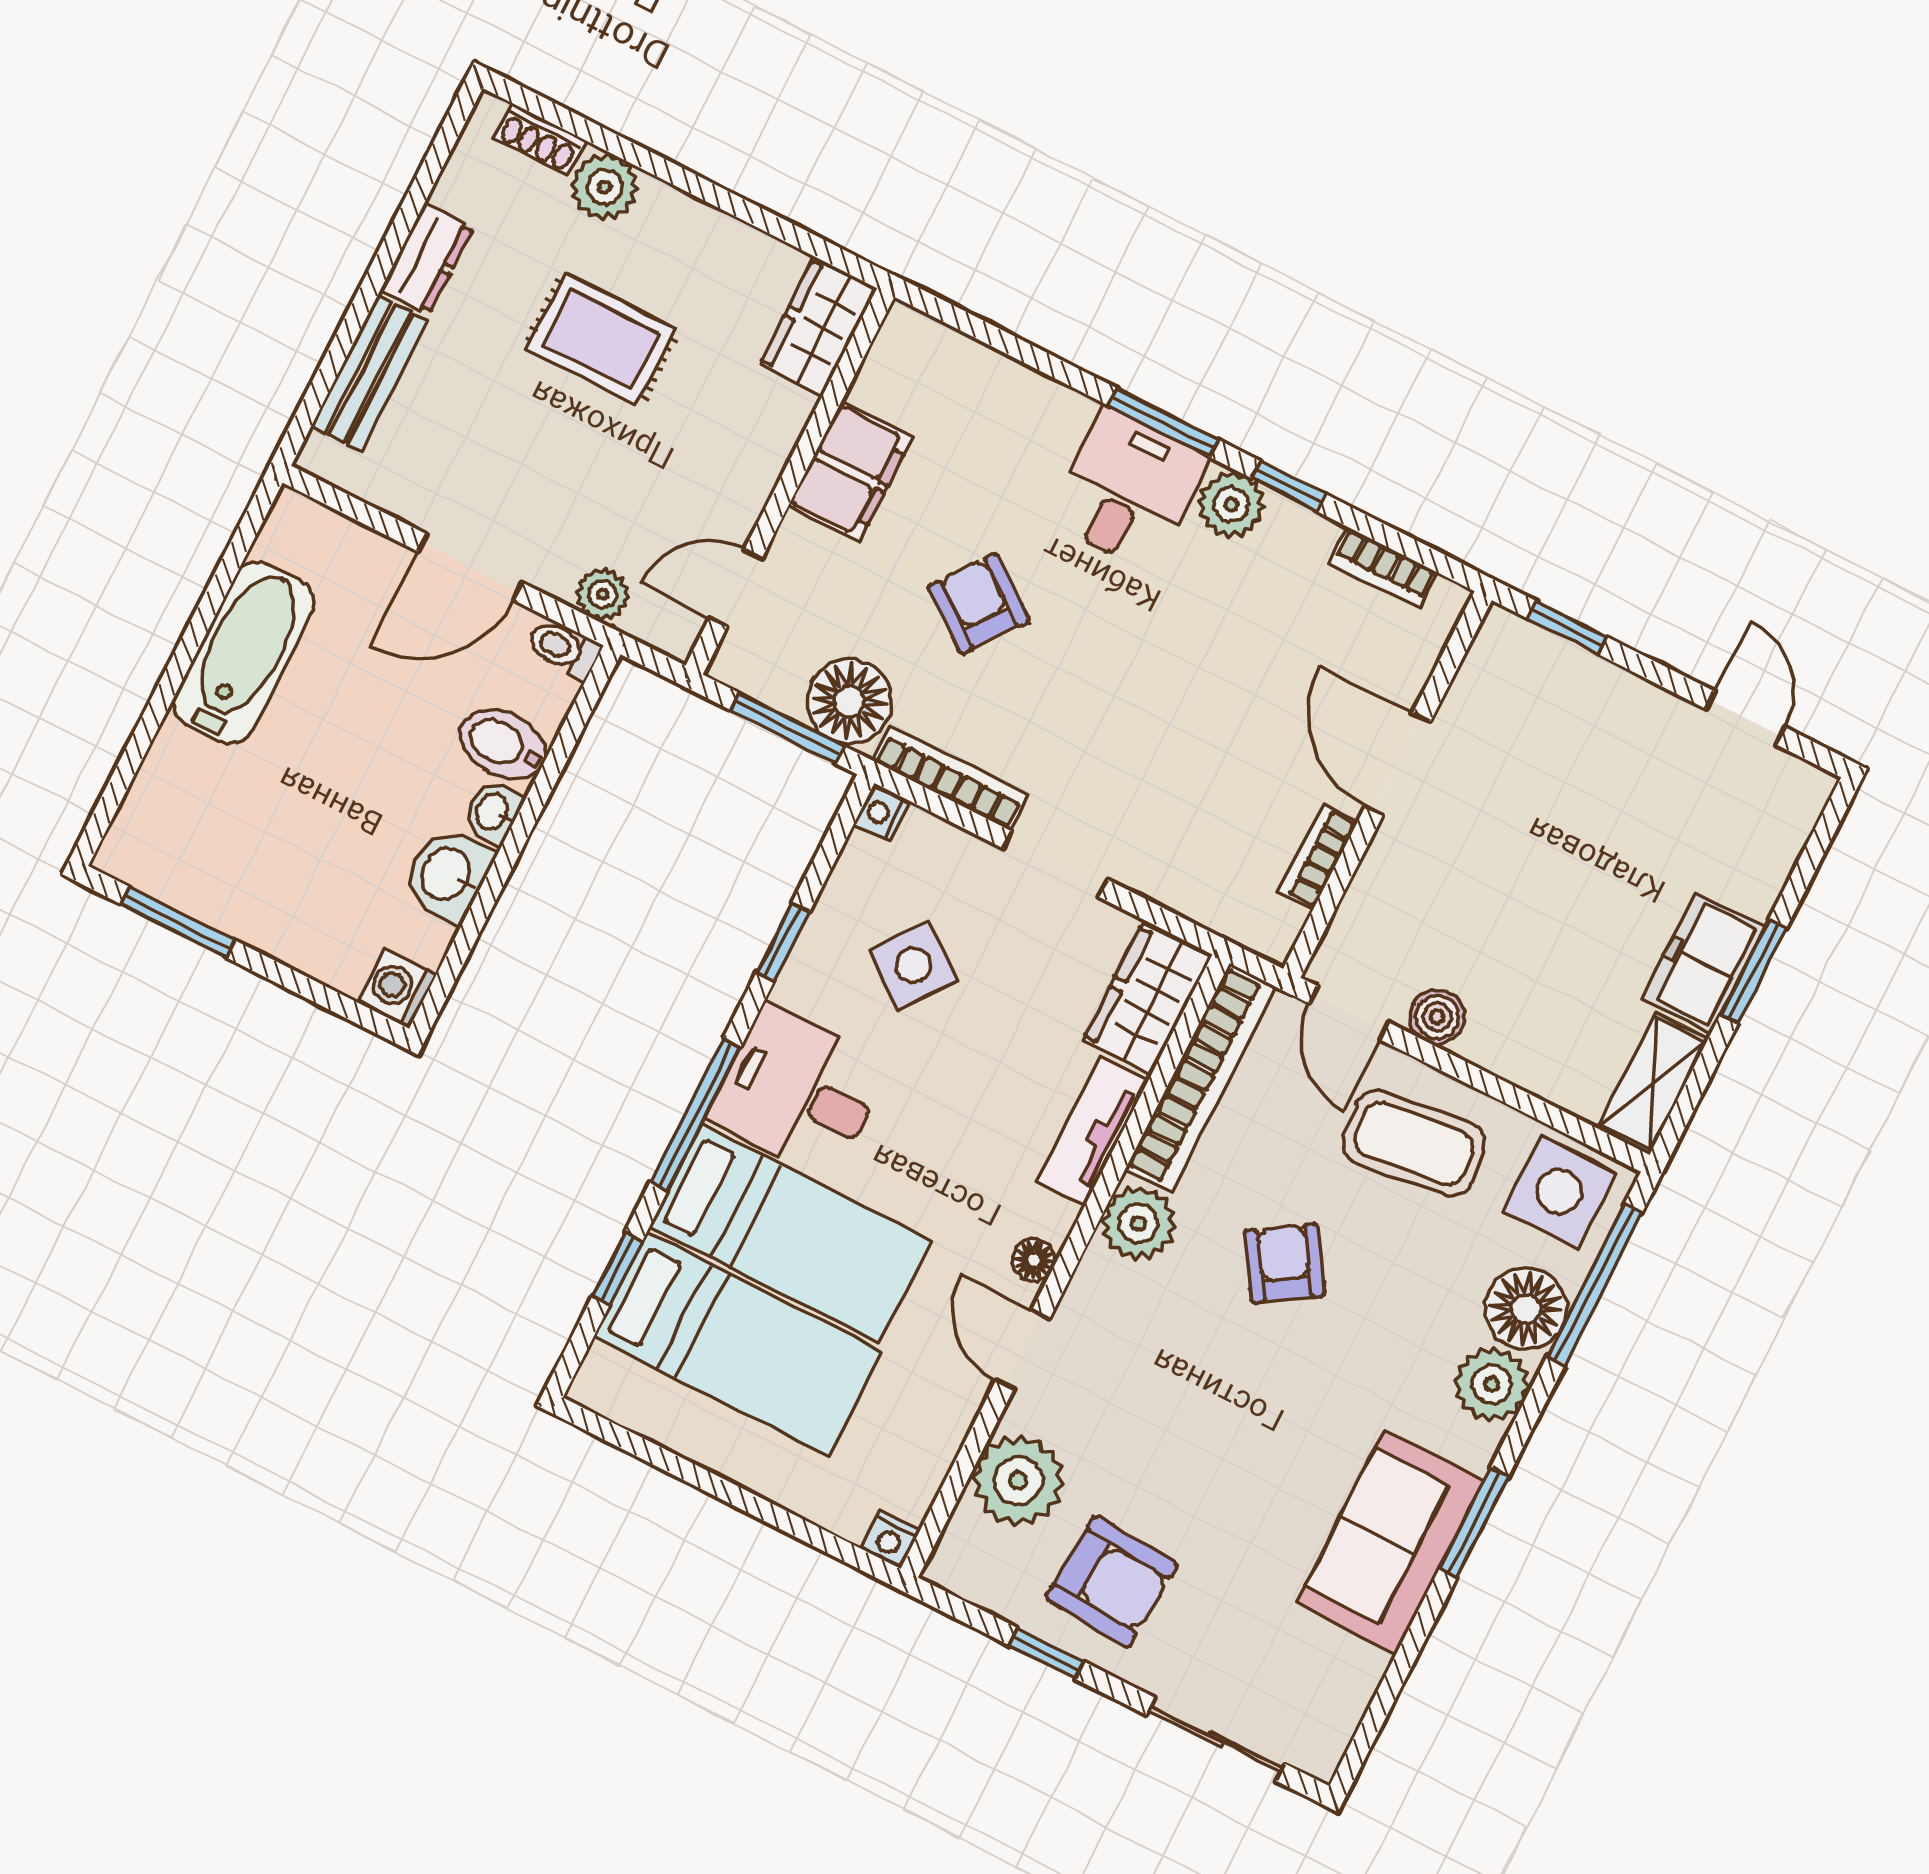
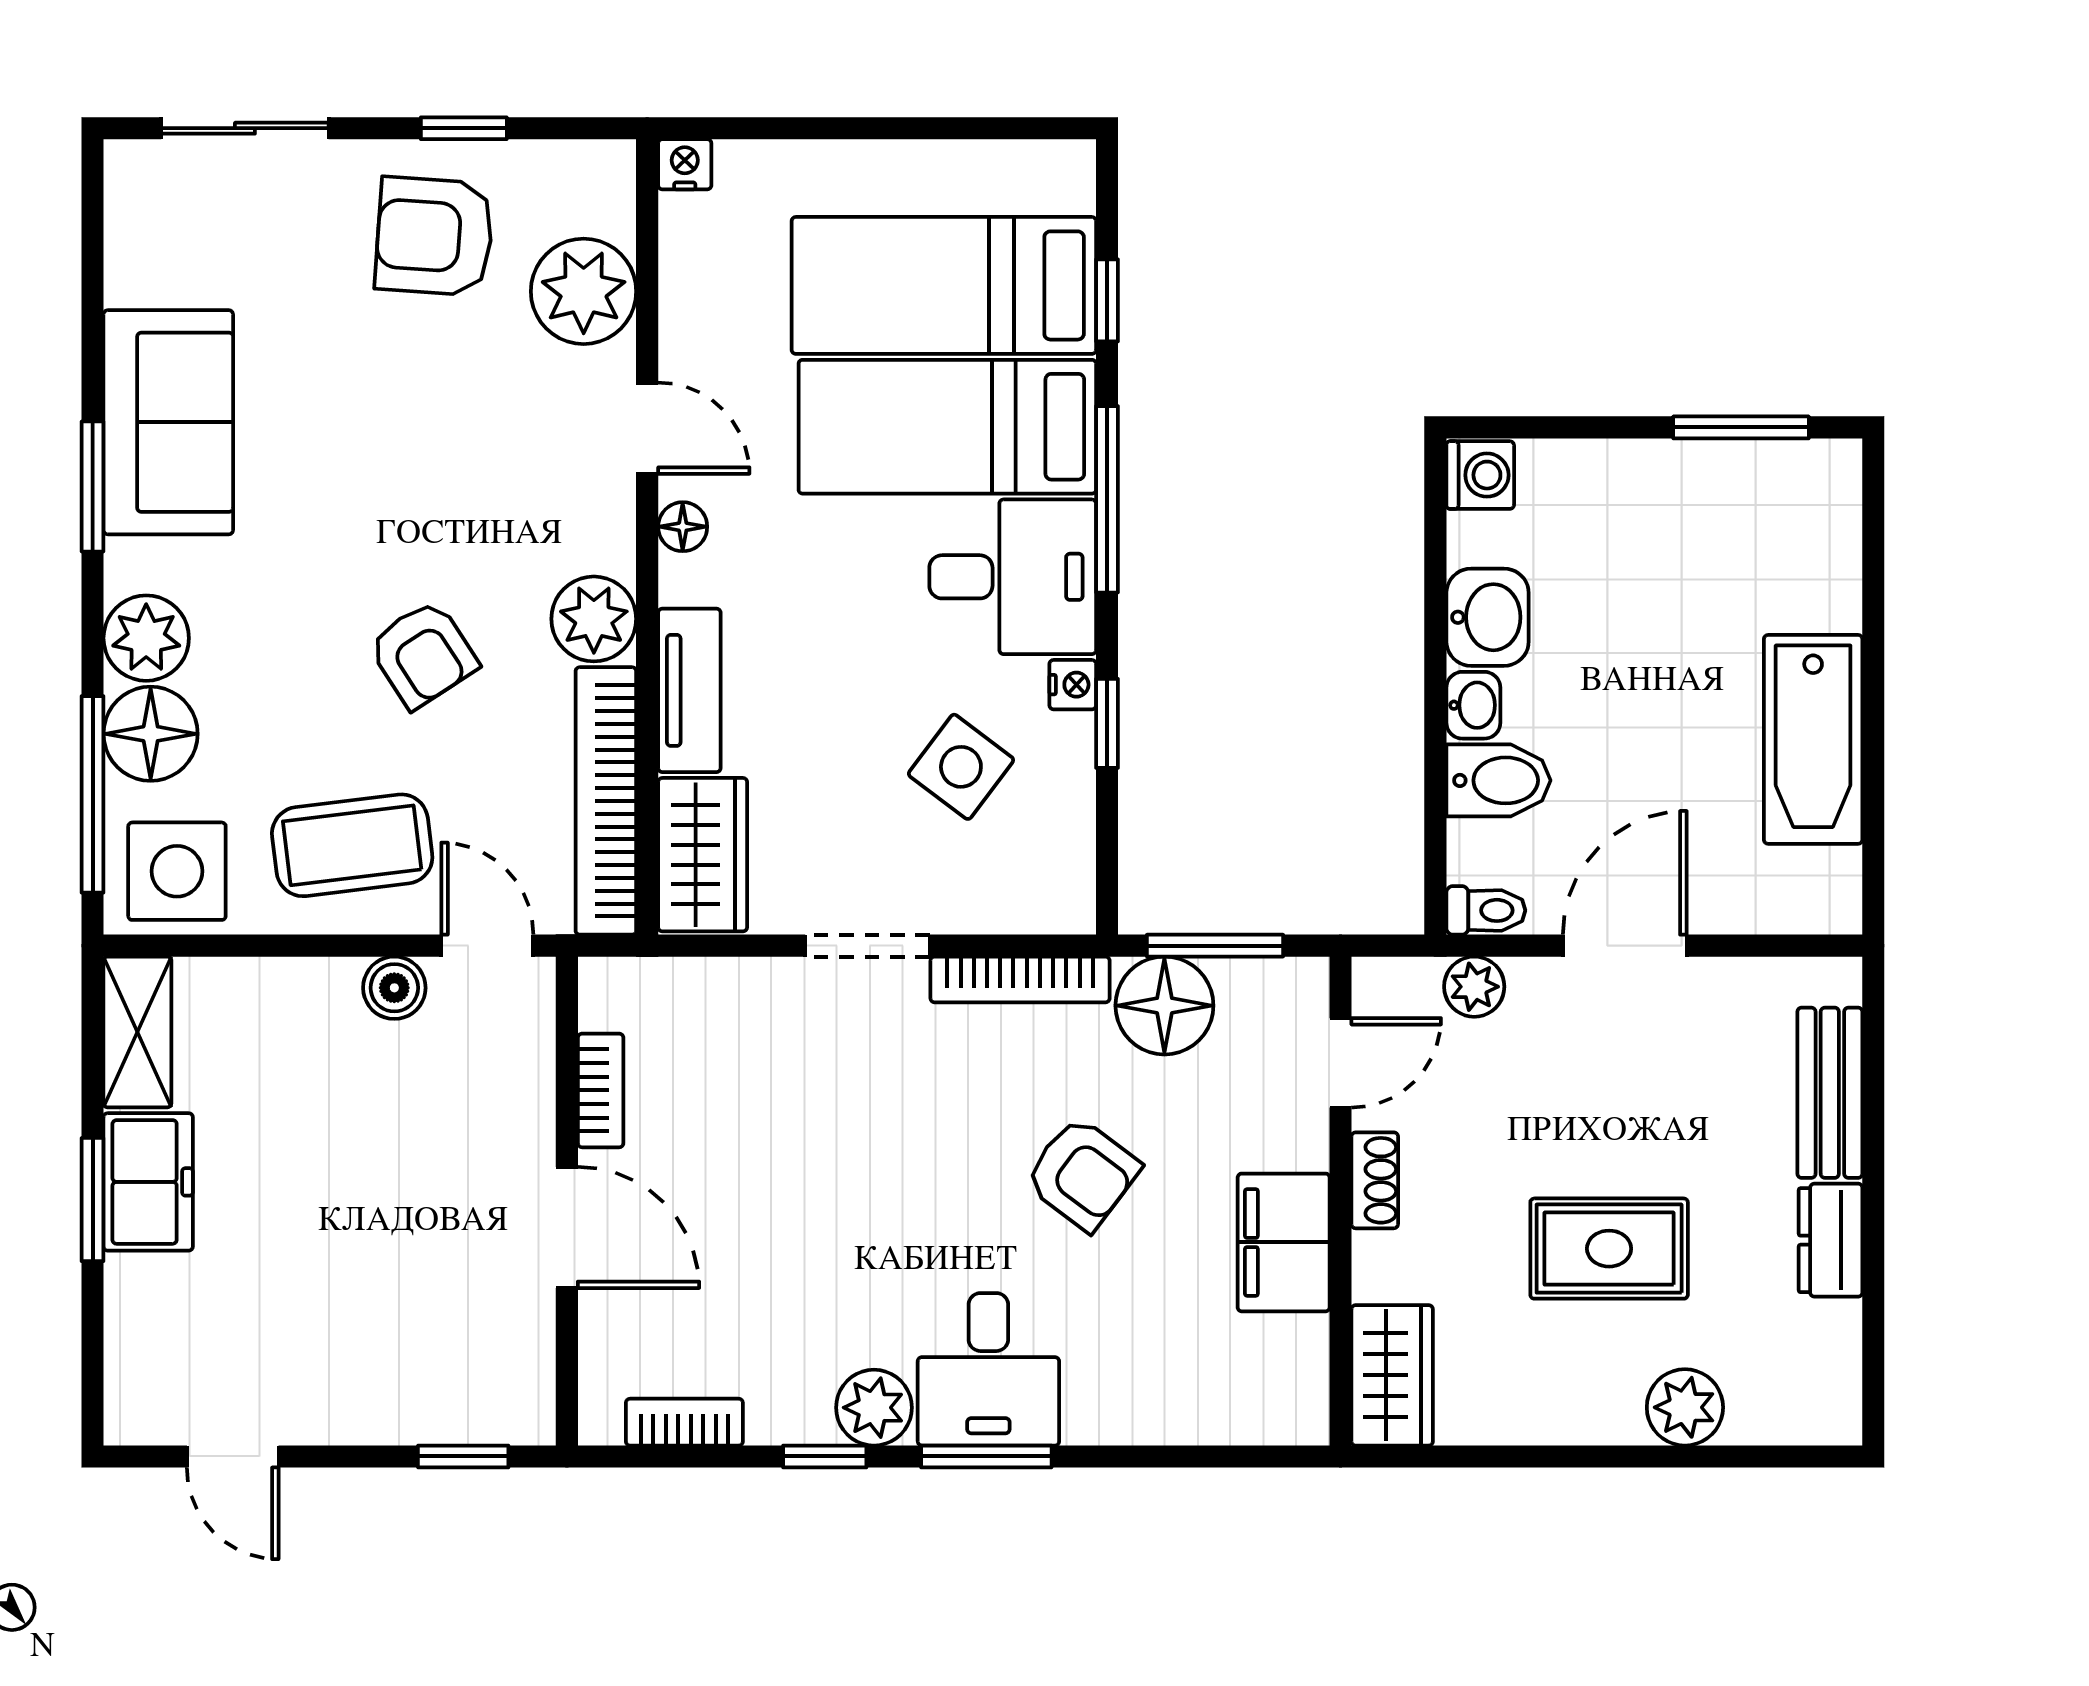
shoe rack: (539, 139) -> (1375, 1180), moved, turned 90
nightstand: (881, 814) -> (1073, 685), moved

